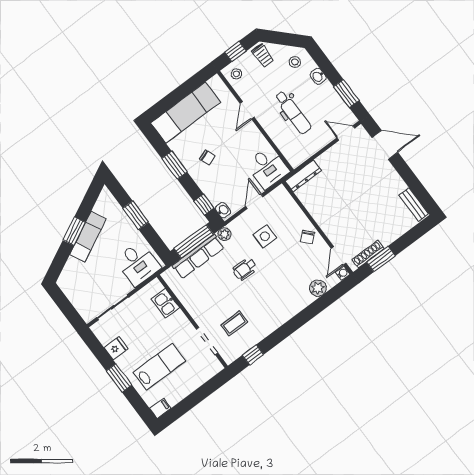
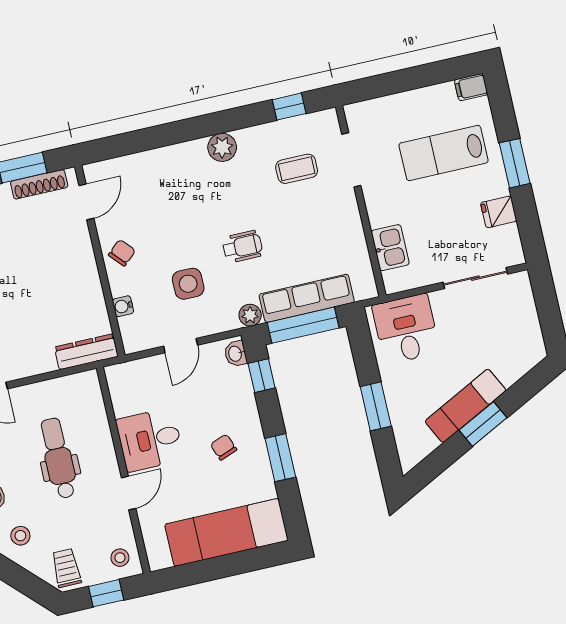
desk: (268, 168) -> (150, 440), moved, turned -90
water cooler: (343, 273) -> (123, 306), moved
plant: (318, 288) -> (222, 147), moved

